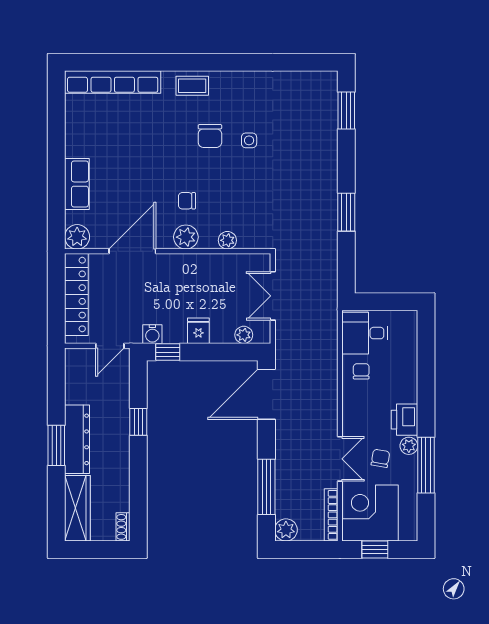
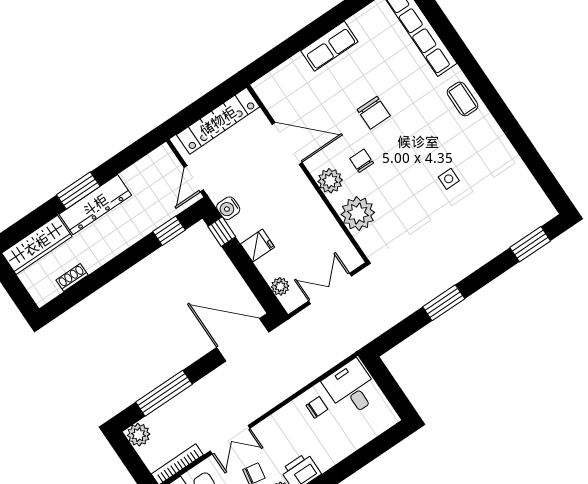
chair: (210, 136) -> (374, 113), moved, turned -90
row of seats: (77, 184) -> (329, 46), moved
plant: (77, 237) -> (268, 88), removed
plant: (227, 240) -> (358, 213), width x1.87, depth x1.87
door: (110, 346) -> (194, 179), hinge flipped
window: (138, 422) -> (169, 231), moved
shoe rack: (123, 527) -> (72, 277), moved

